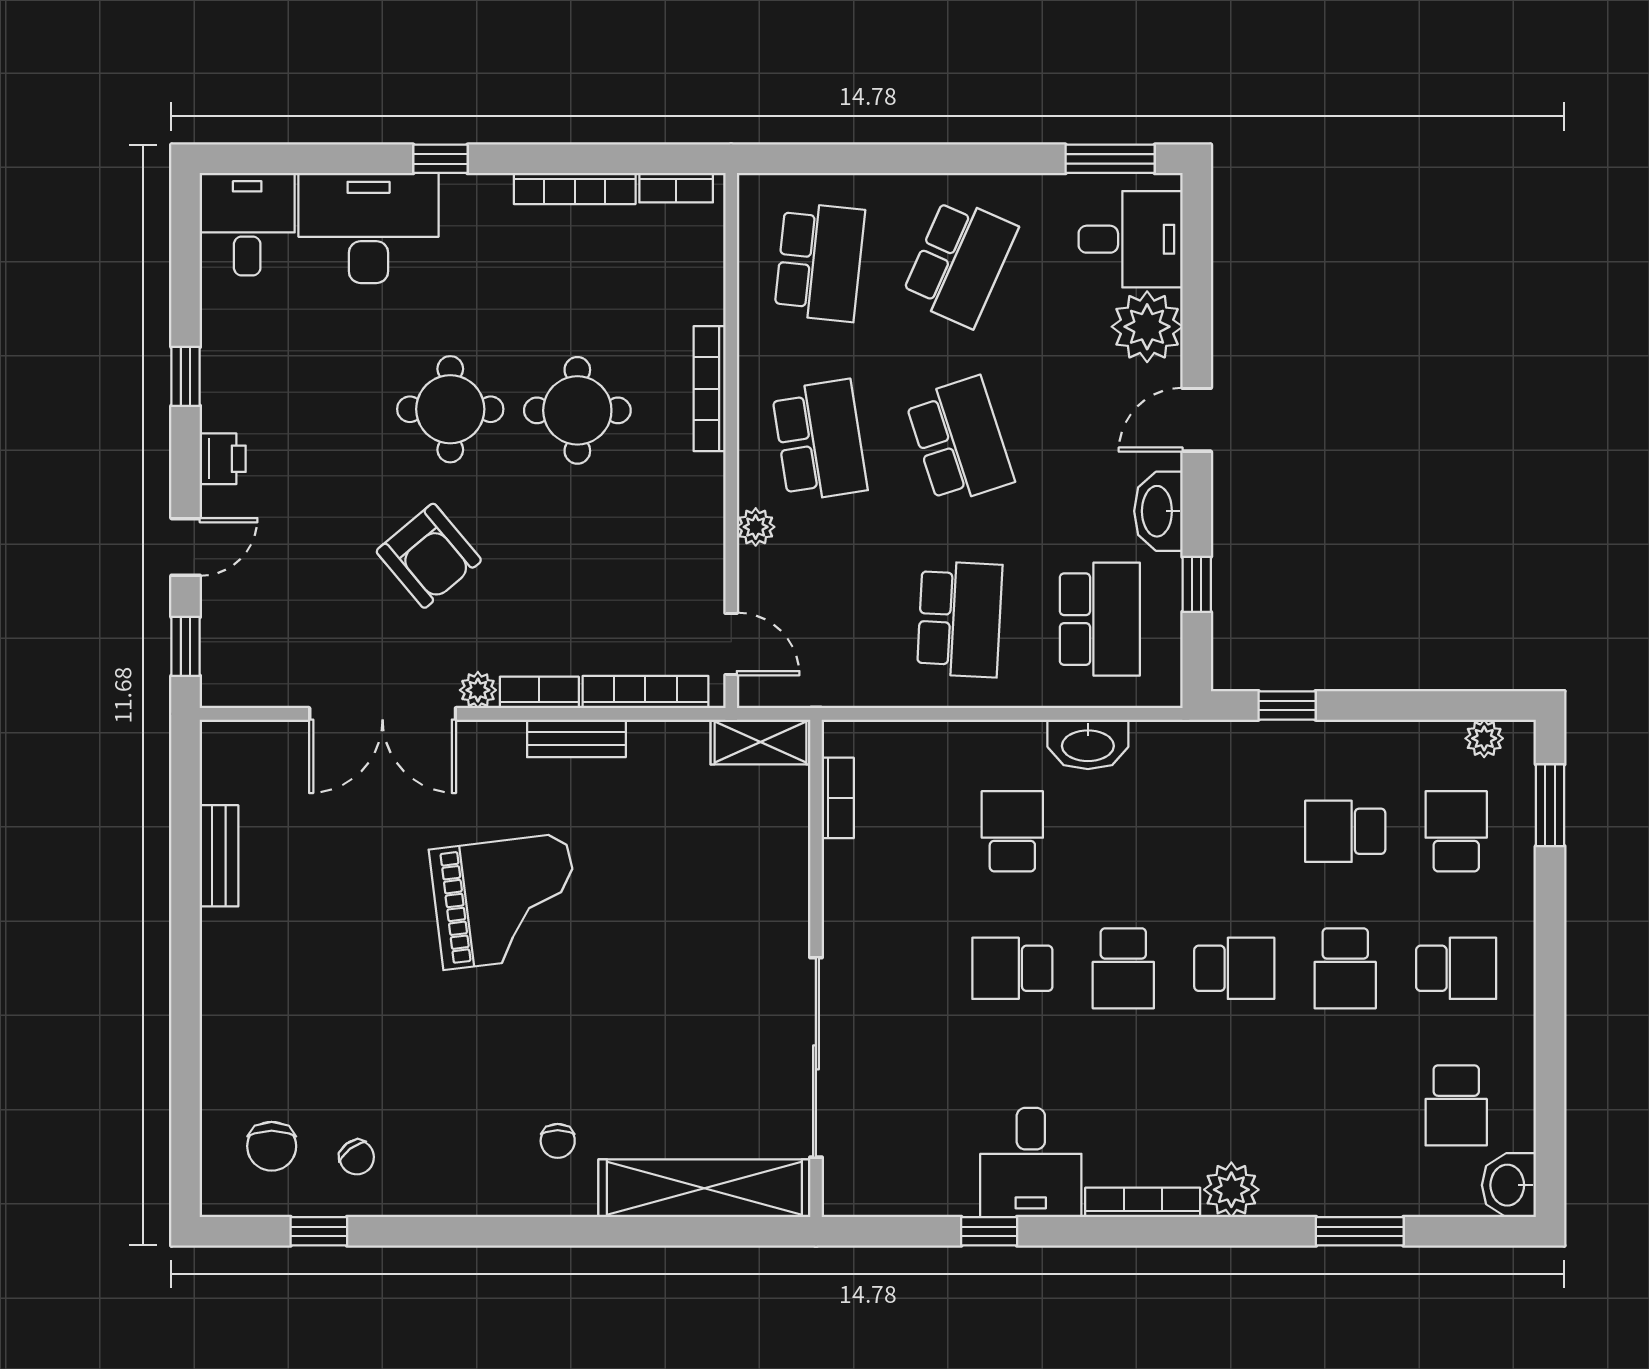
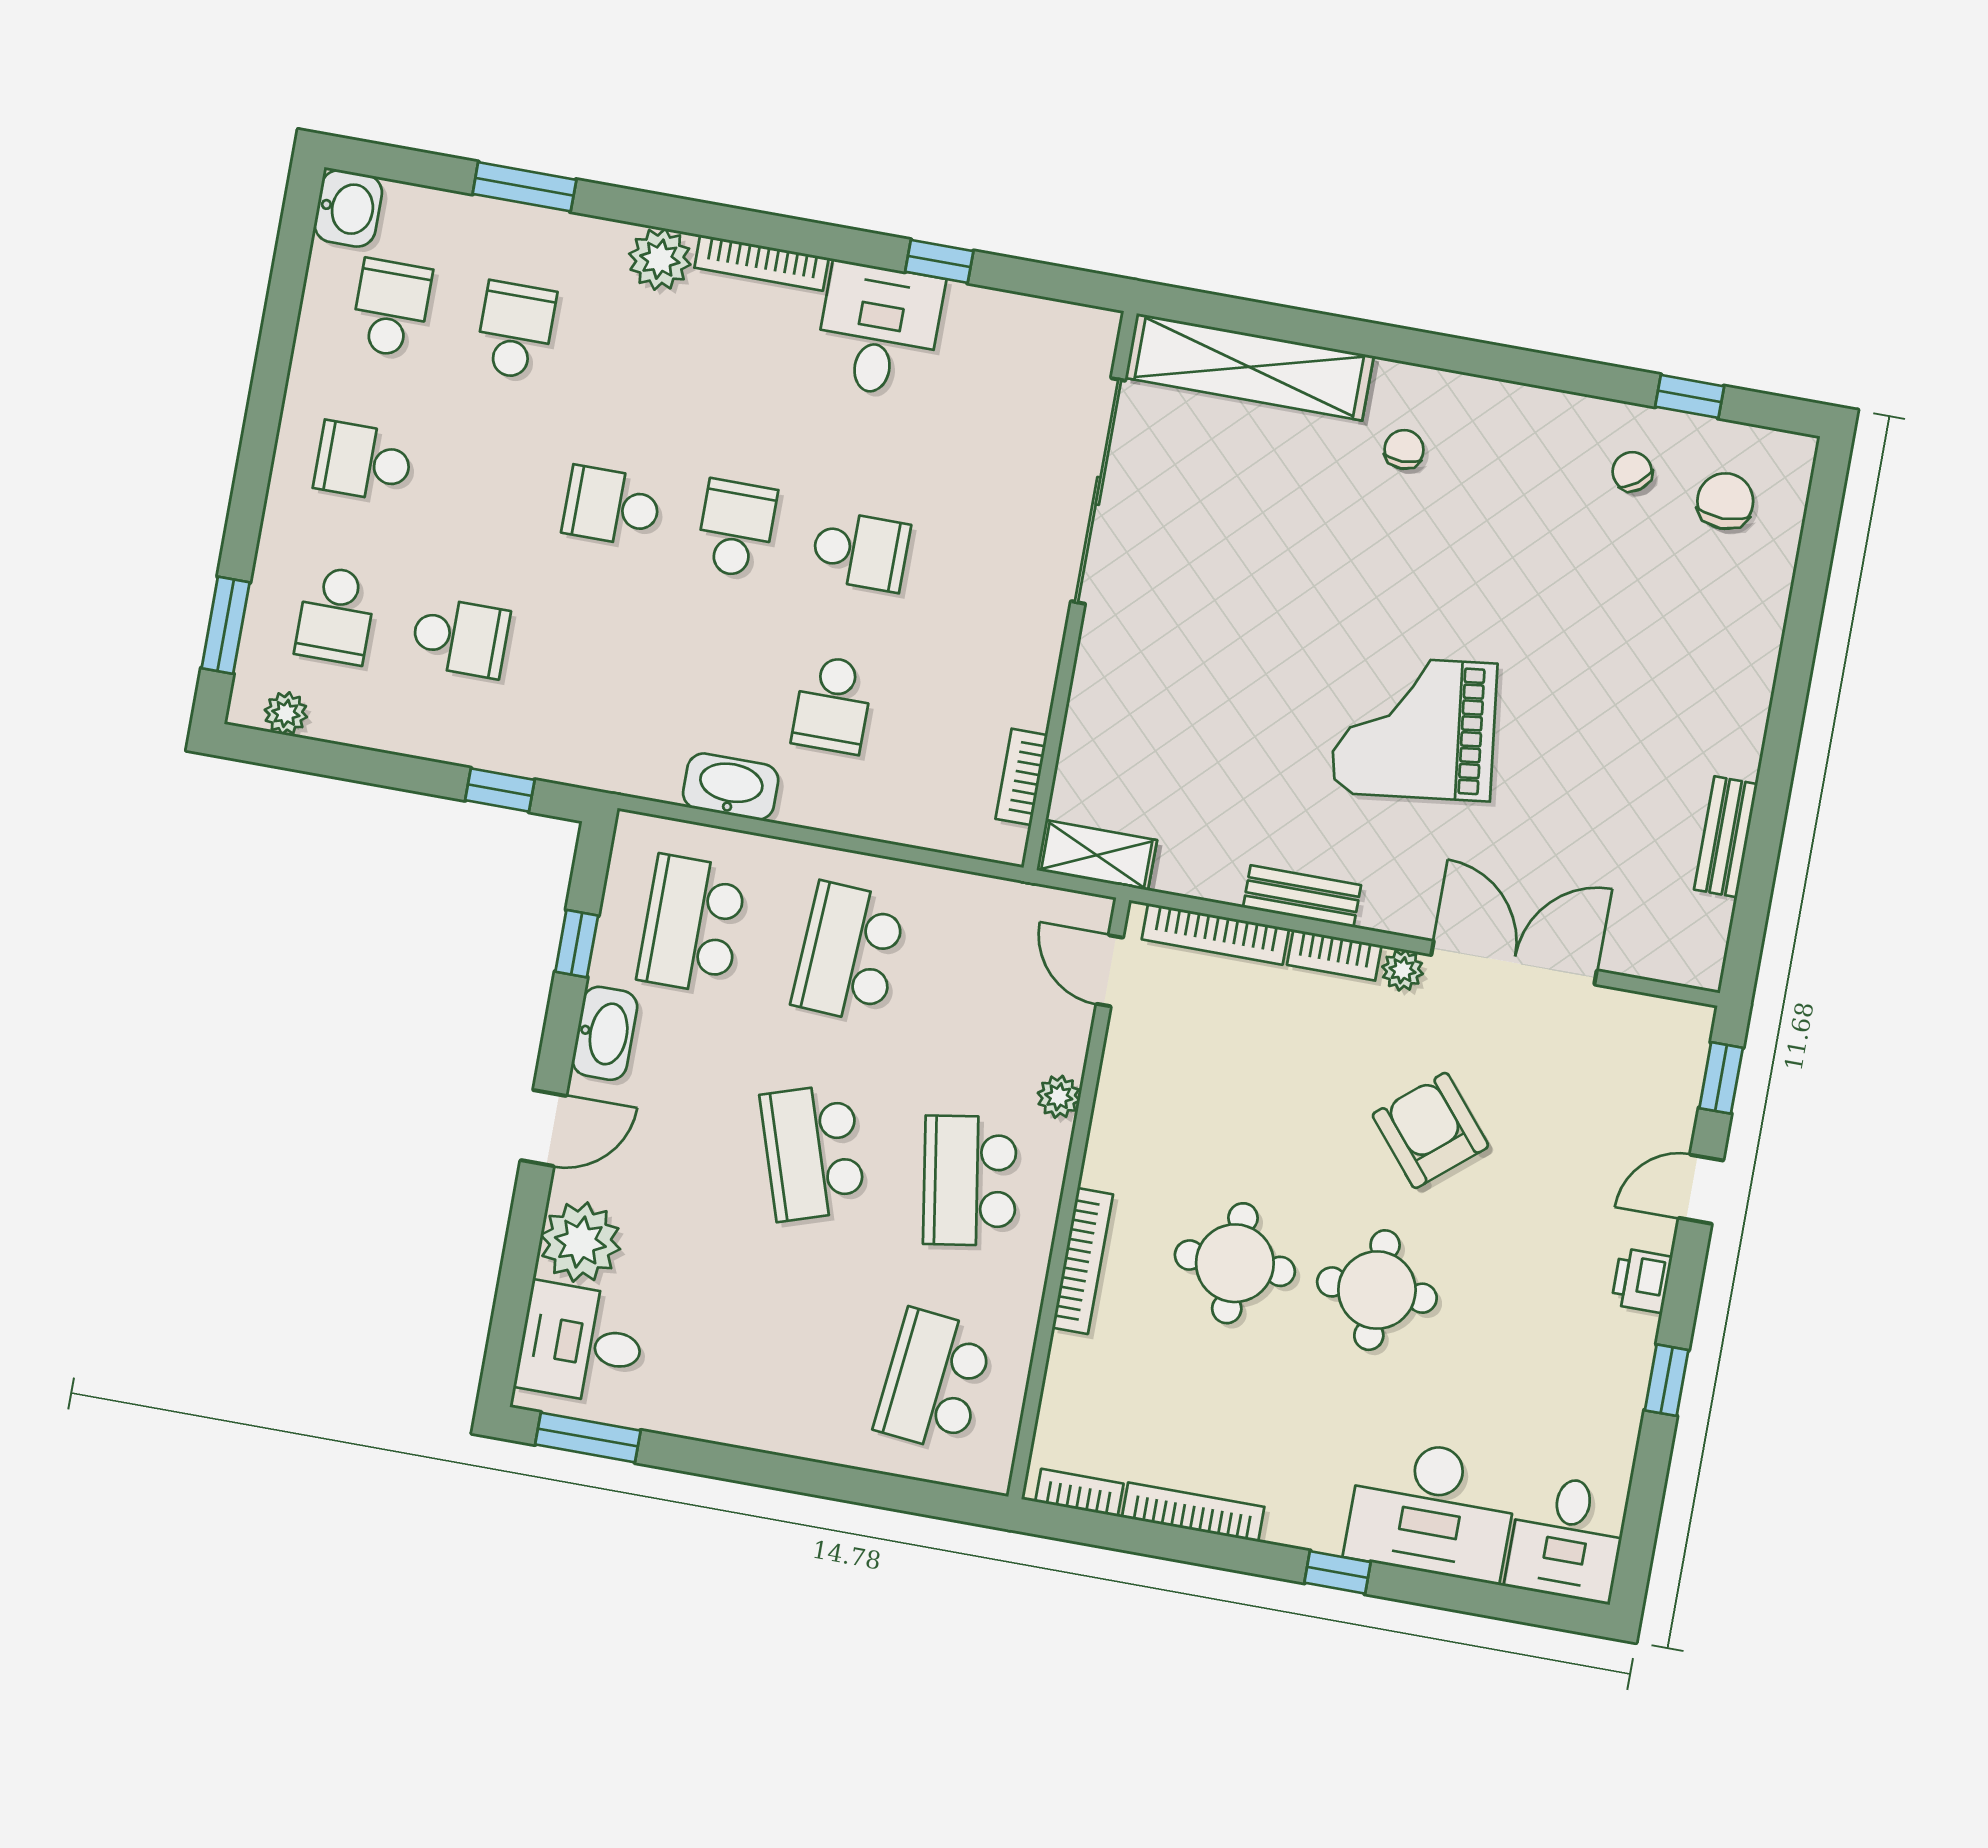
school desk: (960, 262) -> (777, 1352), removed
school desk: (1345, 968) -> (515, 331), moved

